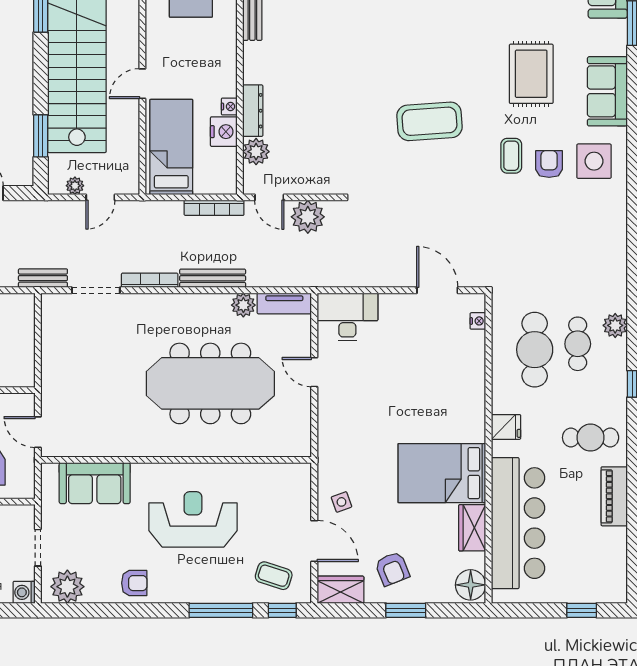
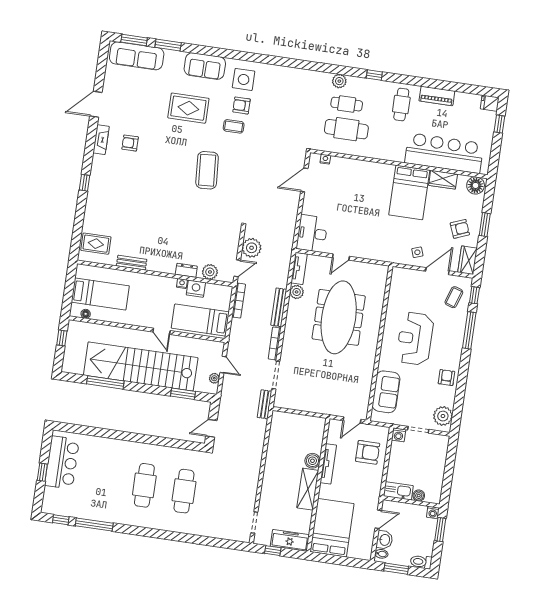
dresser: (253, 111) -> (186, 270), width x0.70
fridge: (506, 427) -> (490, 103), moved, turned -90
washing machine: (24, 592) -> (399, 435), moved

